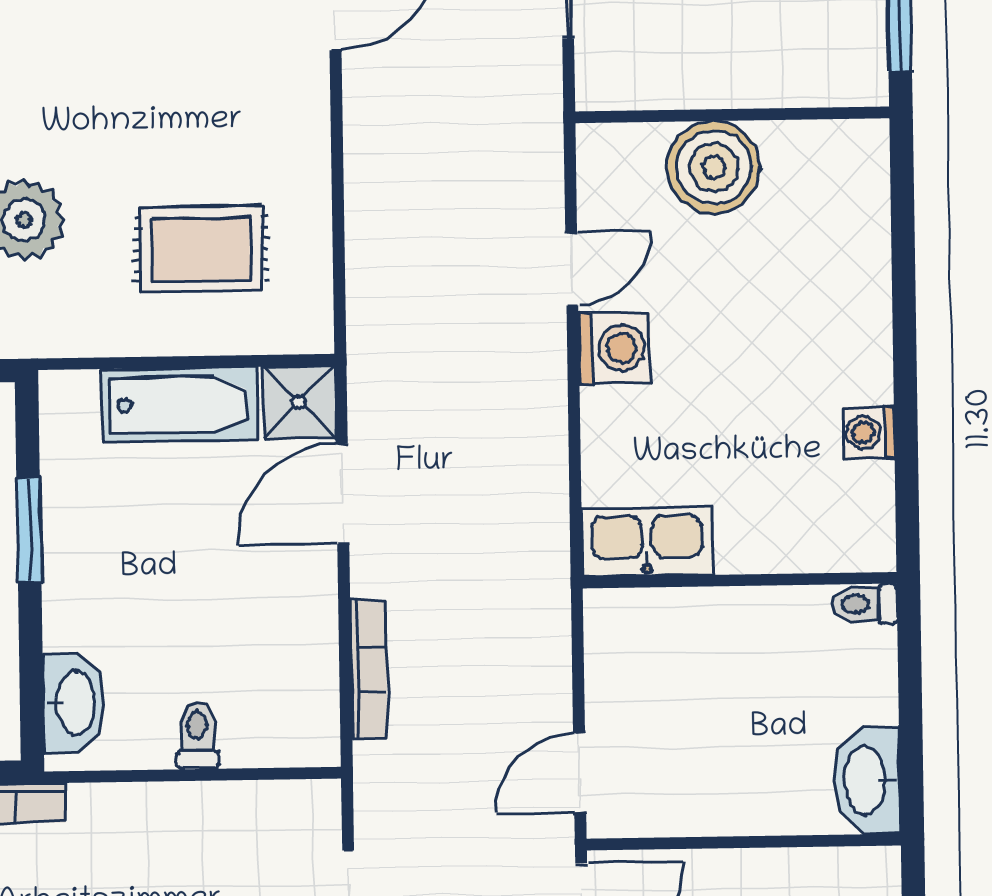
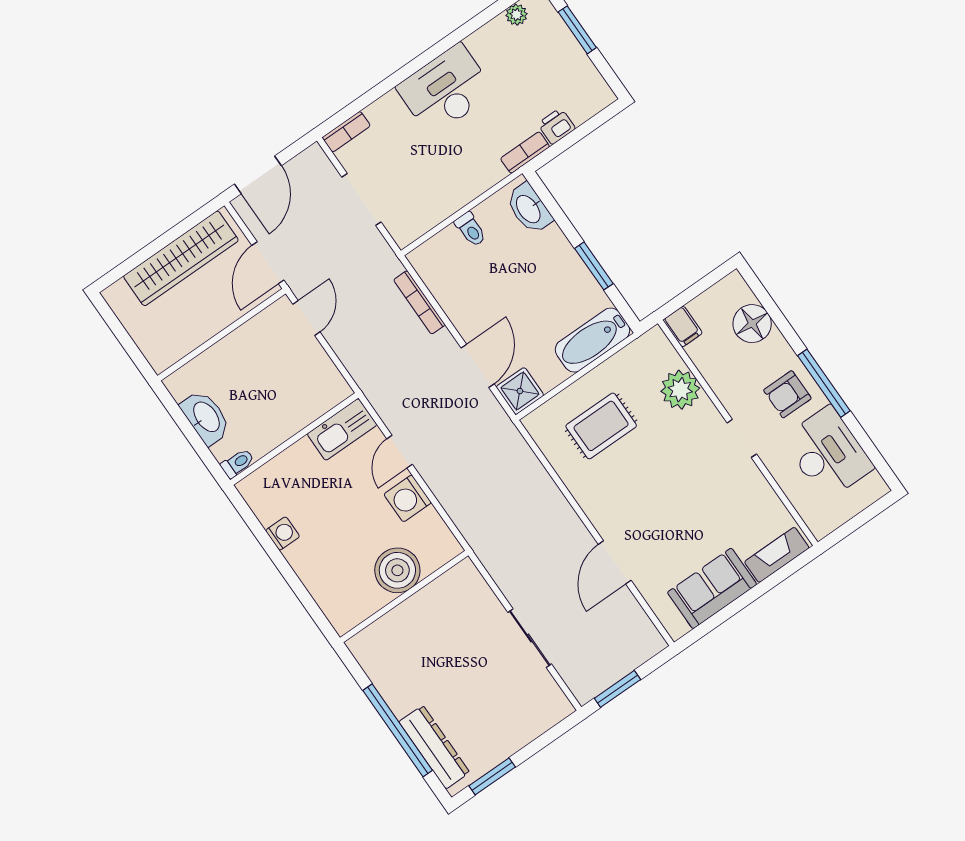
wall: (732, 115) -> (404, 597), moved
boiler: (714, 167) -> (397, 570), moved
door: (572, 269) -> (400, 452), moved
bathtub: (180, 405) -> (593, 340), moved
washbasin: (867, 780) -> (206, 417), moved

